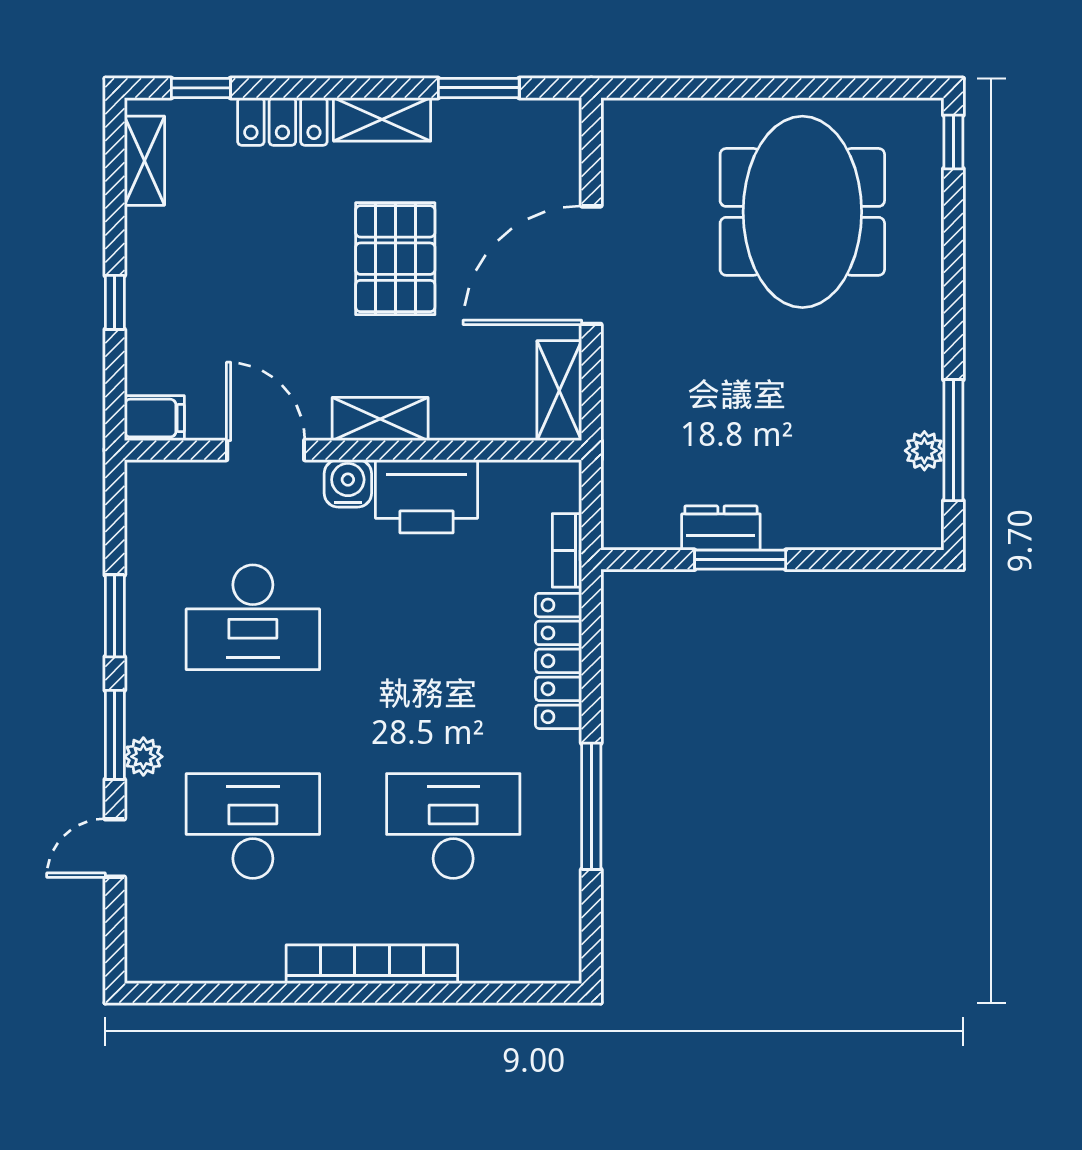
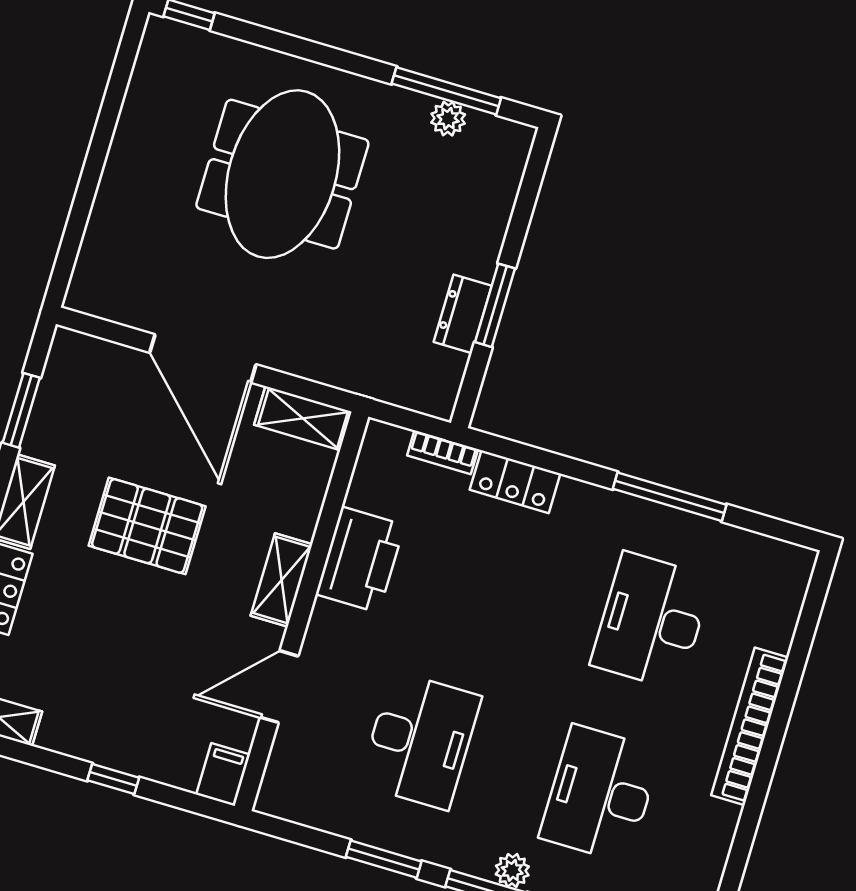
meeting table: (802, 212) -> (282, 174), moved, turned 90
water cooler: (348, 483) -> (329, 624), removed
locker: (559, 661) -> (515, 482), width x0.66

